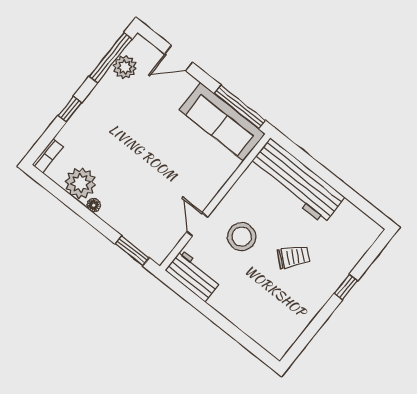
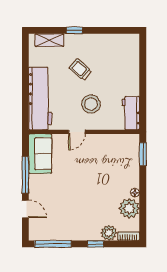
plant: (125, 67) -> (109, 233), moved
window: (240, 107) -> (25, 175), moved
sofa: (222, 122) -> (40, 154), width x0.73
door: (197, 224) -> (77, 132), moved
shelving: (358, 248) -> (49, 40), added

